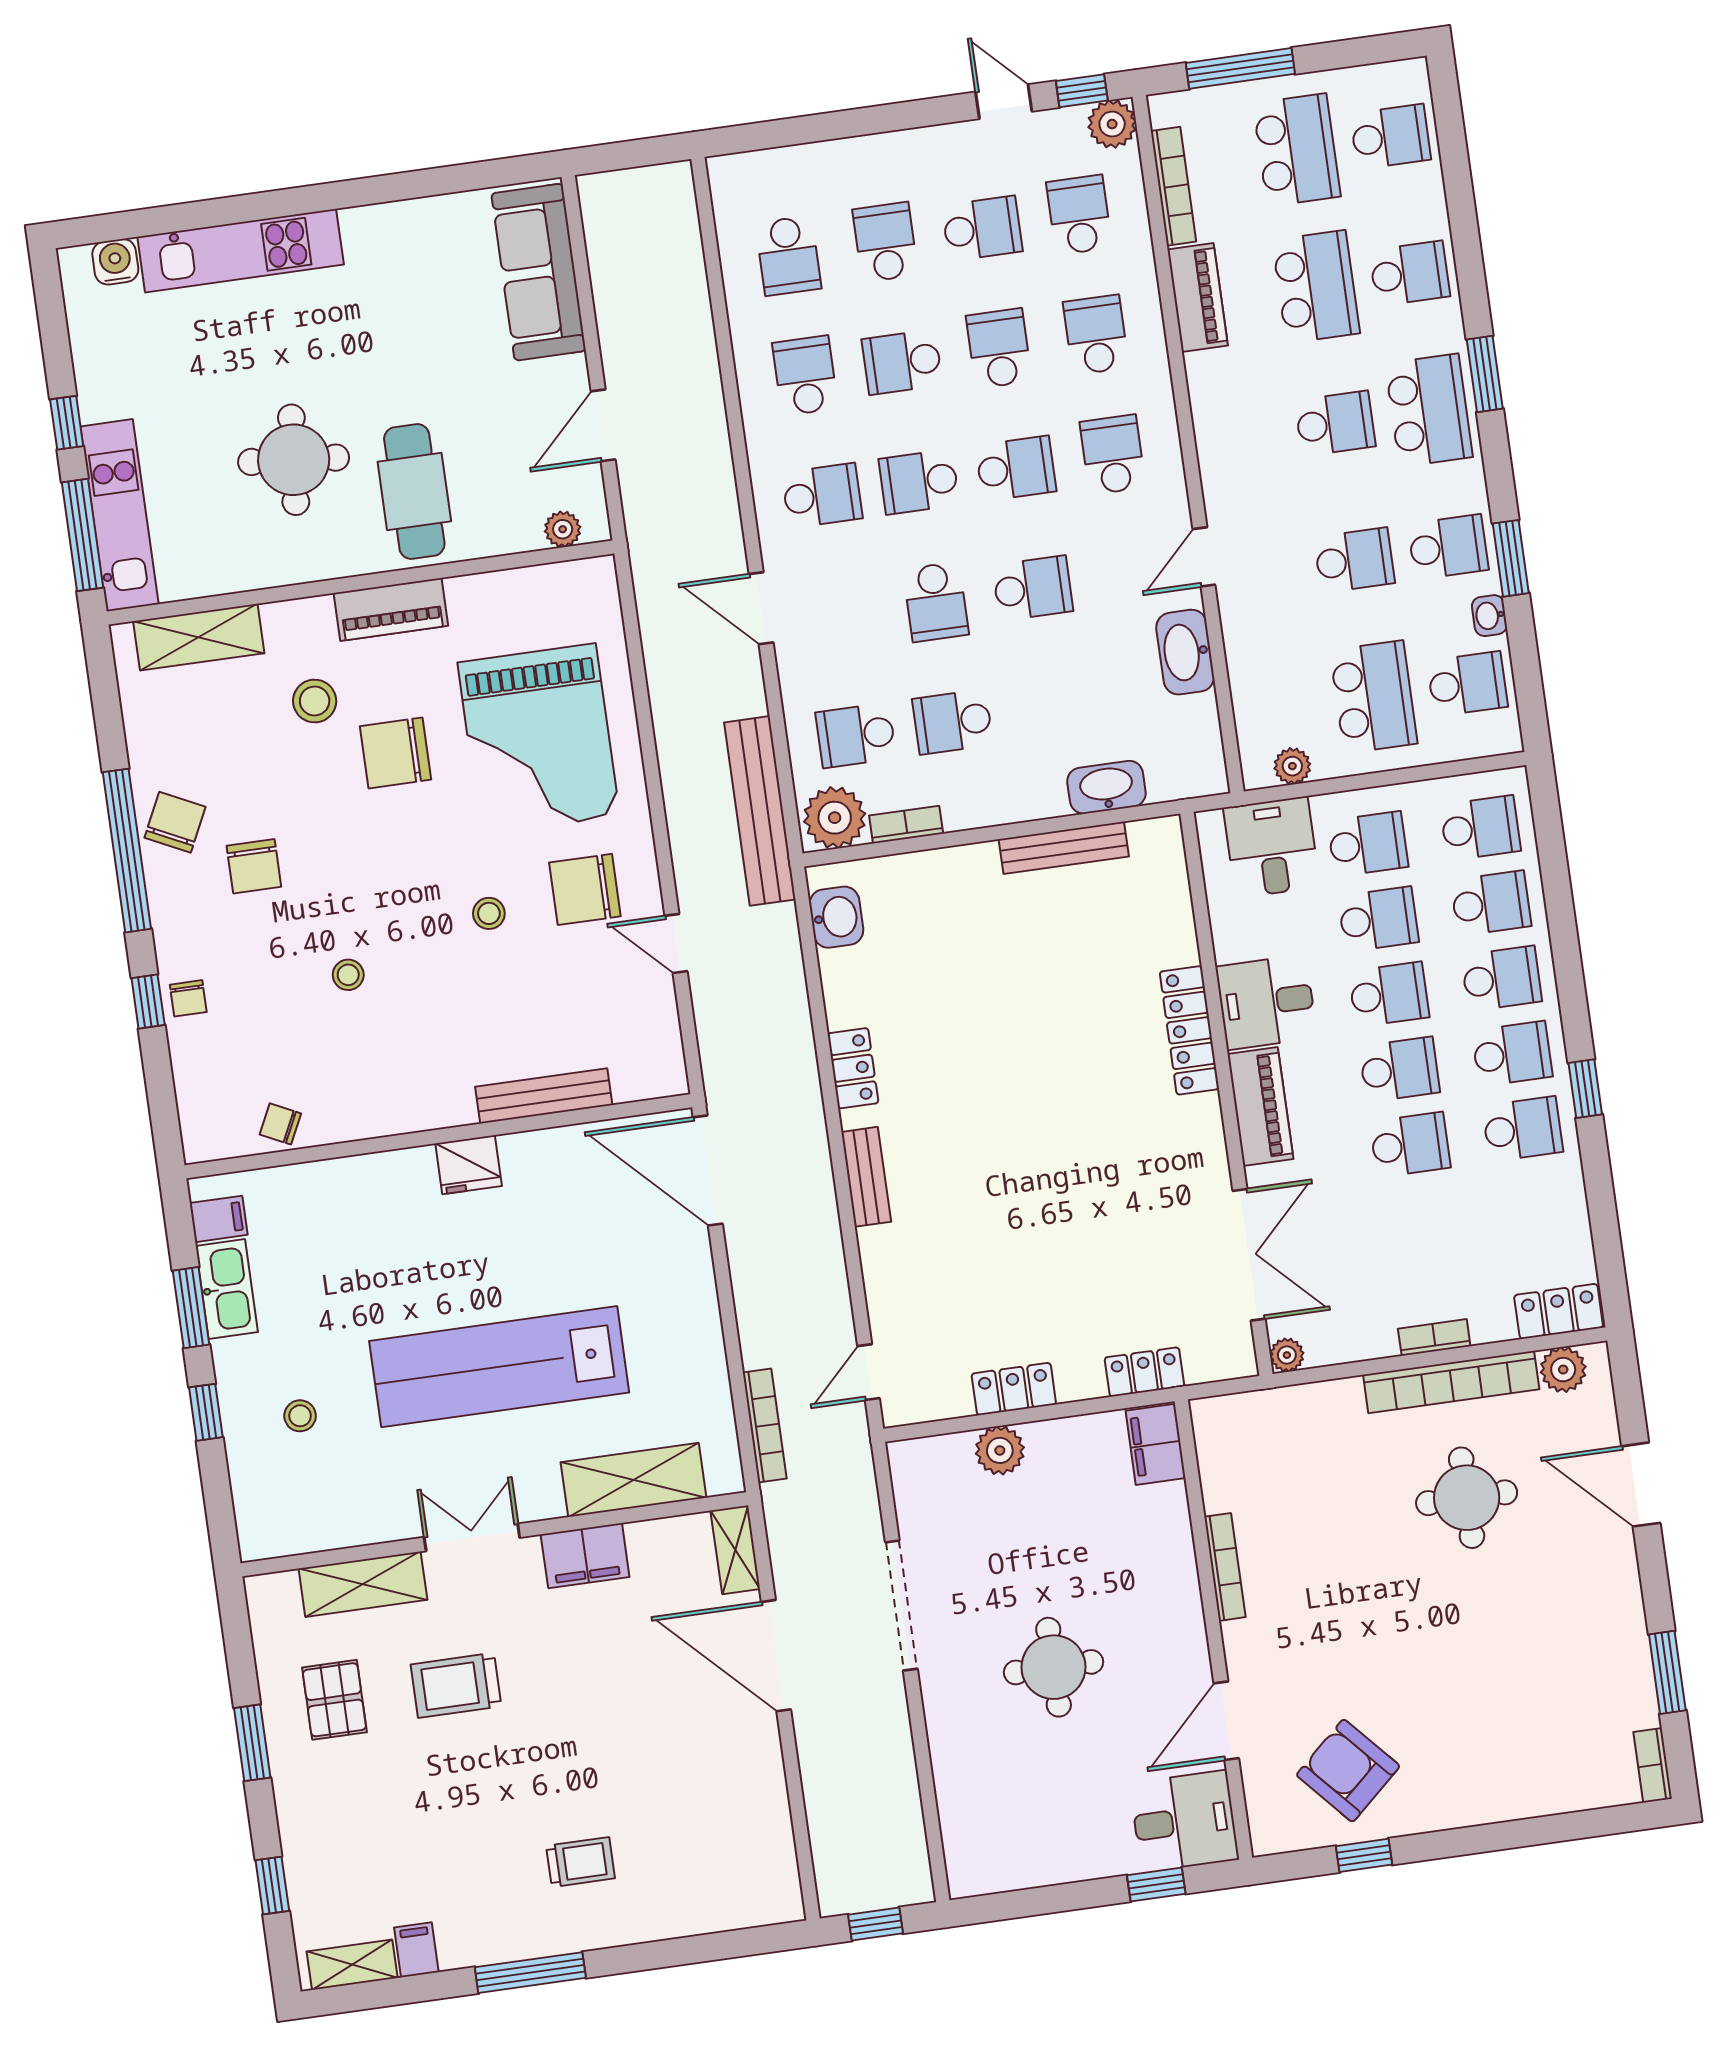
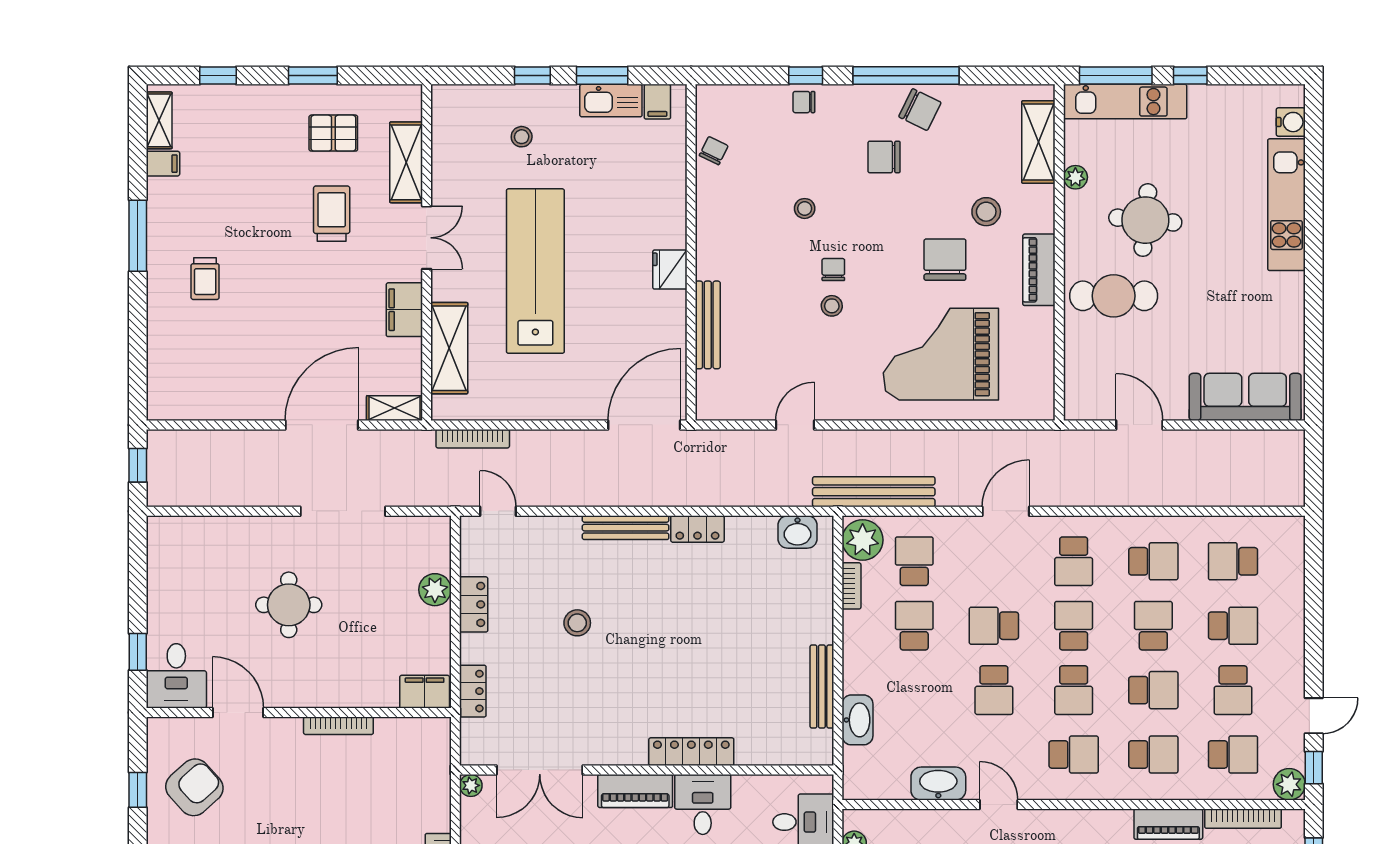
plant: (563, 529) -> (1075, 177), moved
chair: (585, 889) -> (833, 270), moved, width x0.54, depth x0.54
bench: (866, 1177) -> (626, 528), width x1.36
stool: (1020, 1229) -> (577, 623), added

